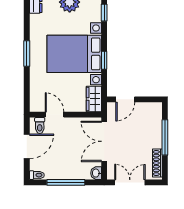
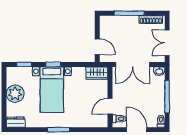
bed with nightstands: (74, 54) -> (52, 90), width x0.73
window: (104, 60) -> (53, 64), moved

